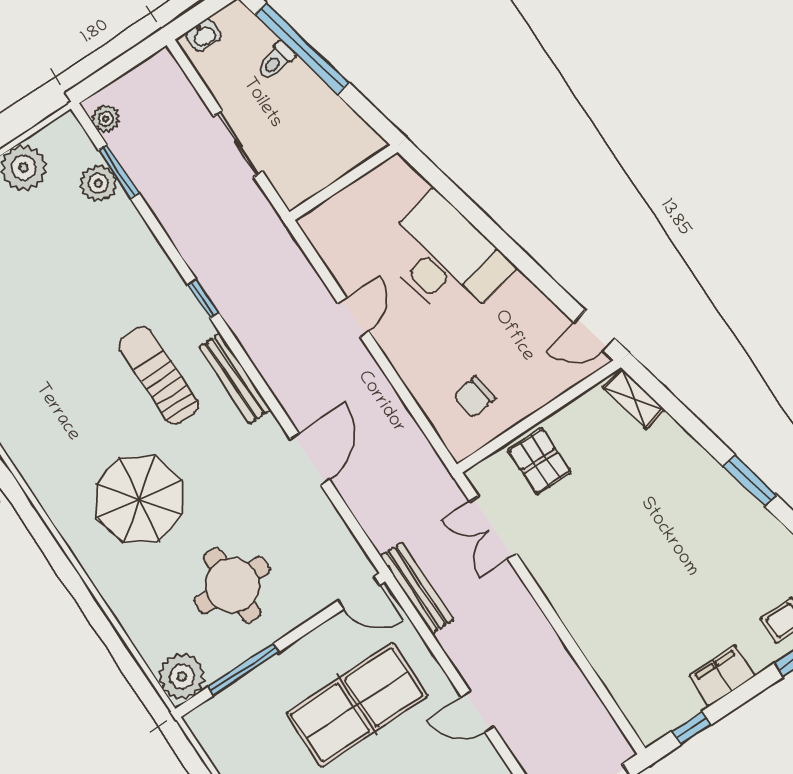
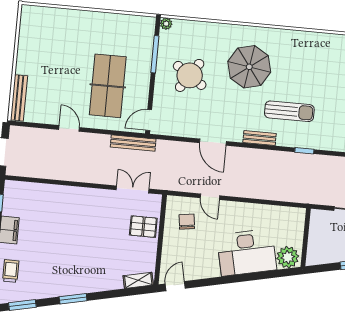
plant: (399, 185) -> (288, 257), added
door: (353, 317) -> (210, 197), moved
bench: (235, 378) -> (260, 138), width x0.73
round table: (232, 585) -> (190, 75), turned 34
plant: (182, 676) -> (166, 24), width x0.53, depth x0.53
door: (477, 712) -> (69, 128), hinge flipped

